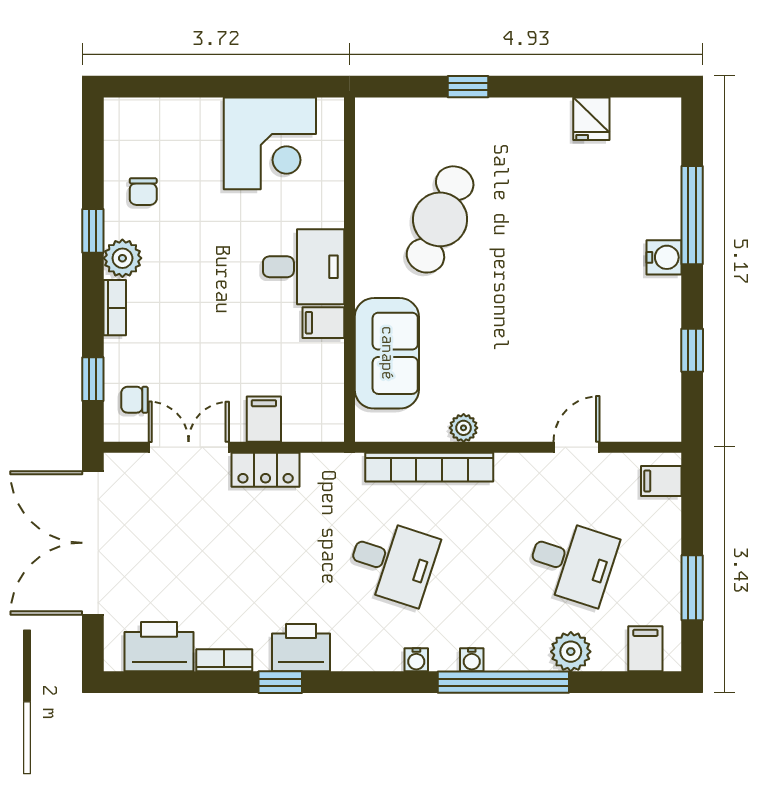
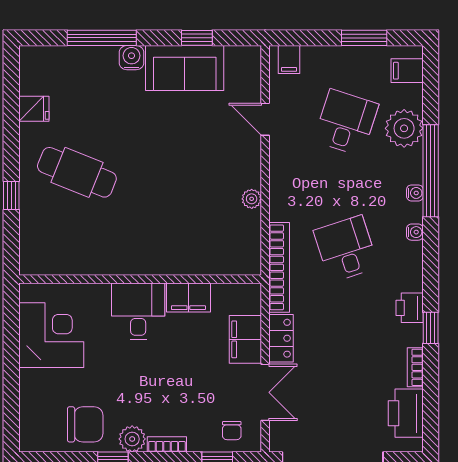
chair: (143, 192) -> (85, 424), width x1.87, depth x1.87
cafe table: (440, 219) -> (77, 172), moved
filing cabinet: (323, 323) -> (188, 298), width x2.00
sofa: (387, 353) -> (185, 68), moved, turned 180
filing cabinet: (264, 419) -> (245, 339), width x2.00
double door: (189, 447) -> (265, 392), swing flipped
bookcase: (429, 467) -> (279, 267), moved
desk: (392, 562) -> (346, 249), turned -36
printer: (301, 648) -> (410, 308), width x0.73, depth x0.81
plant: (571, 652) -> (404, 128), width x1.36, depth x1.36

